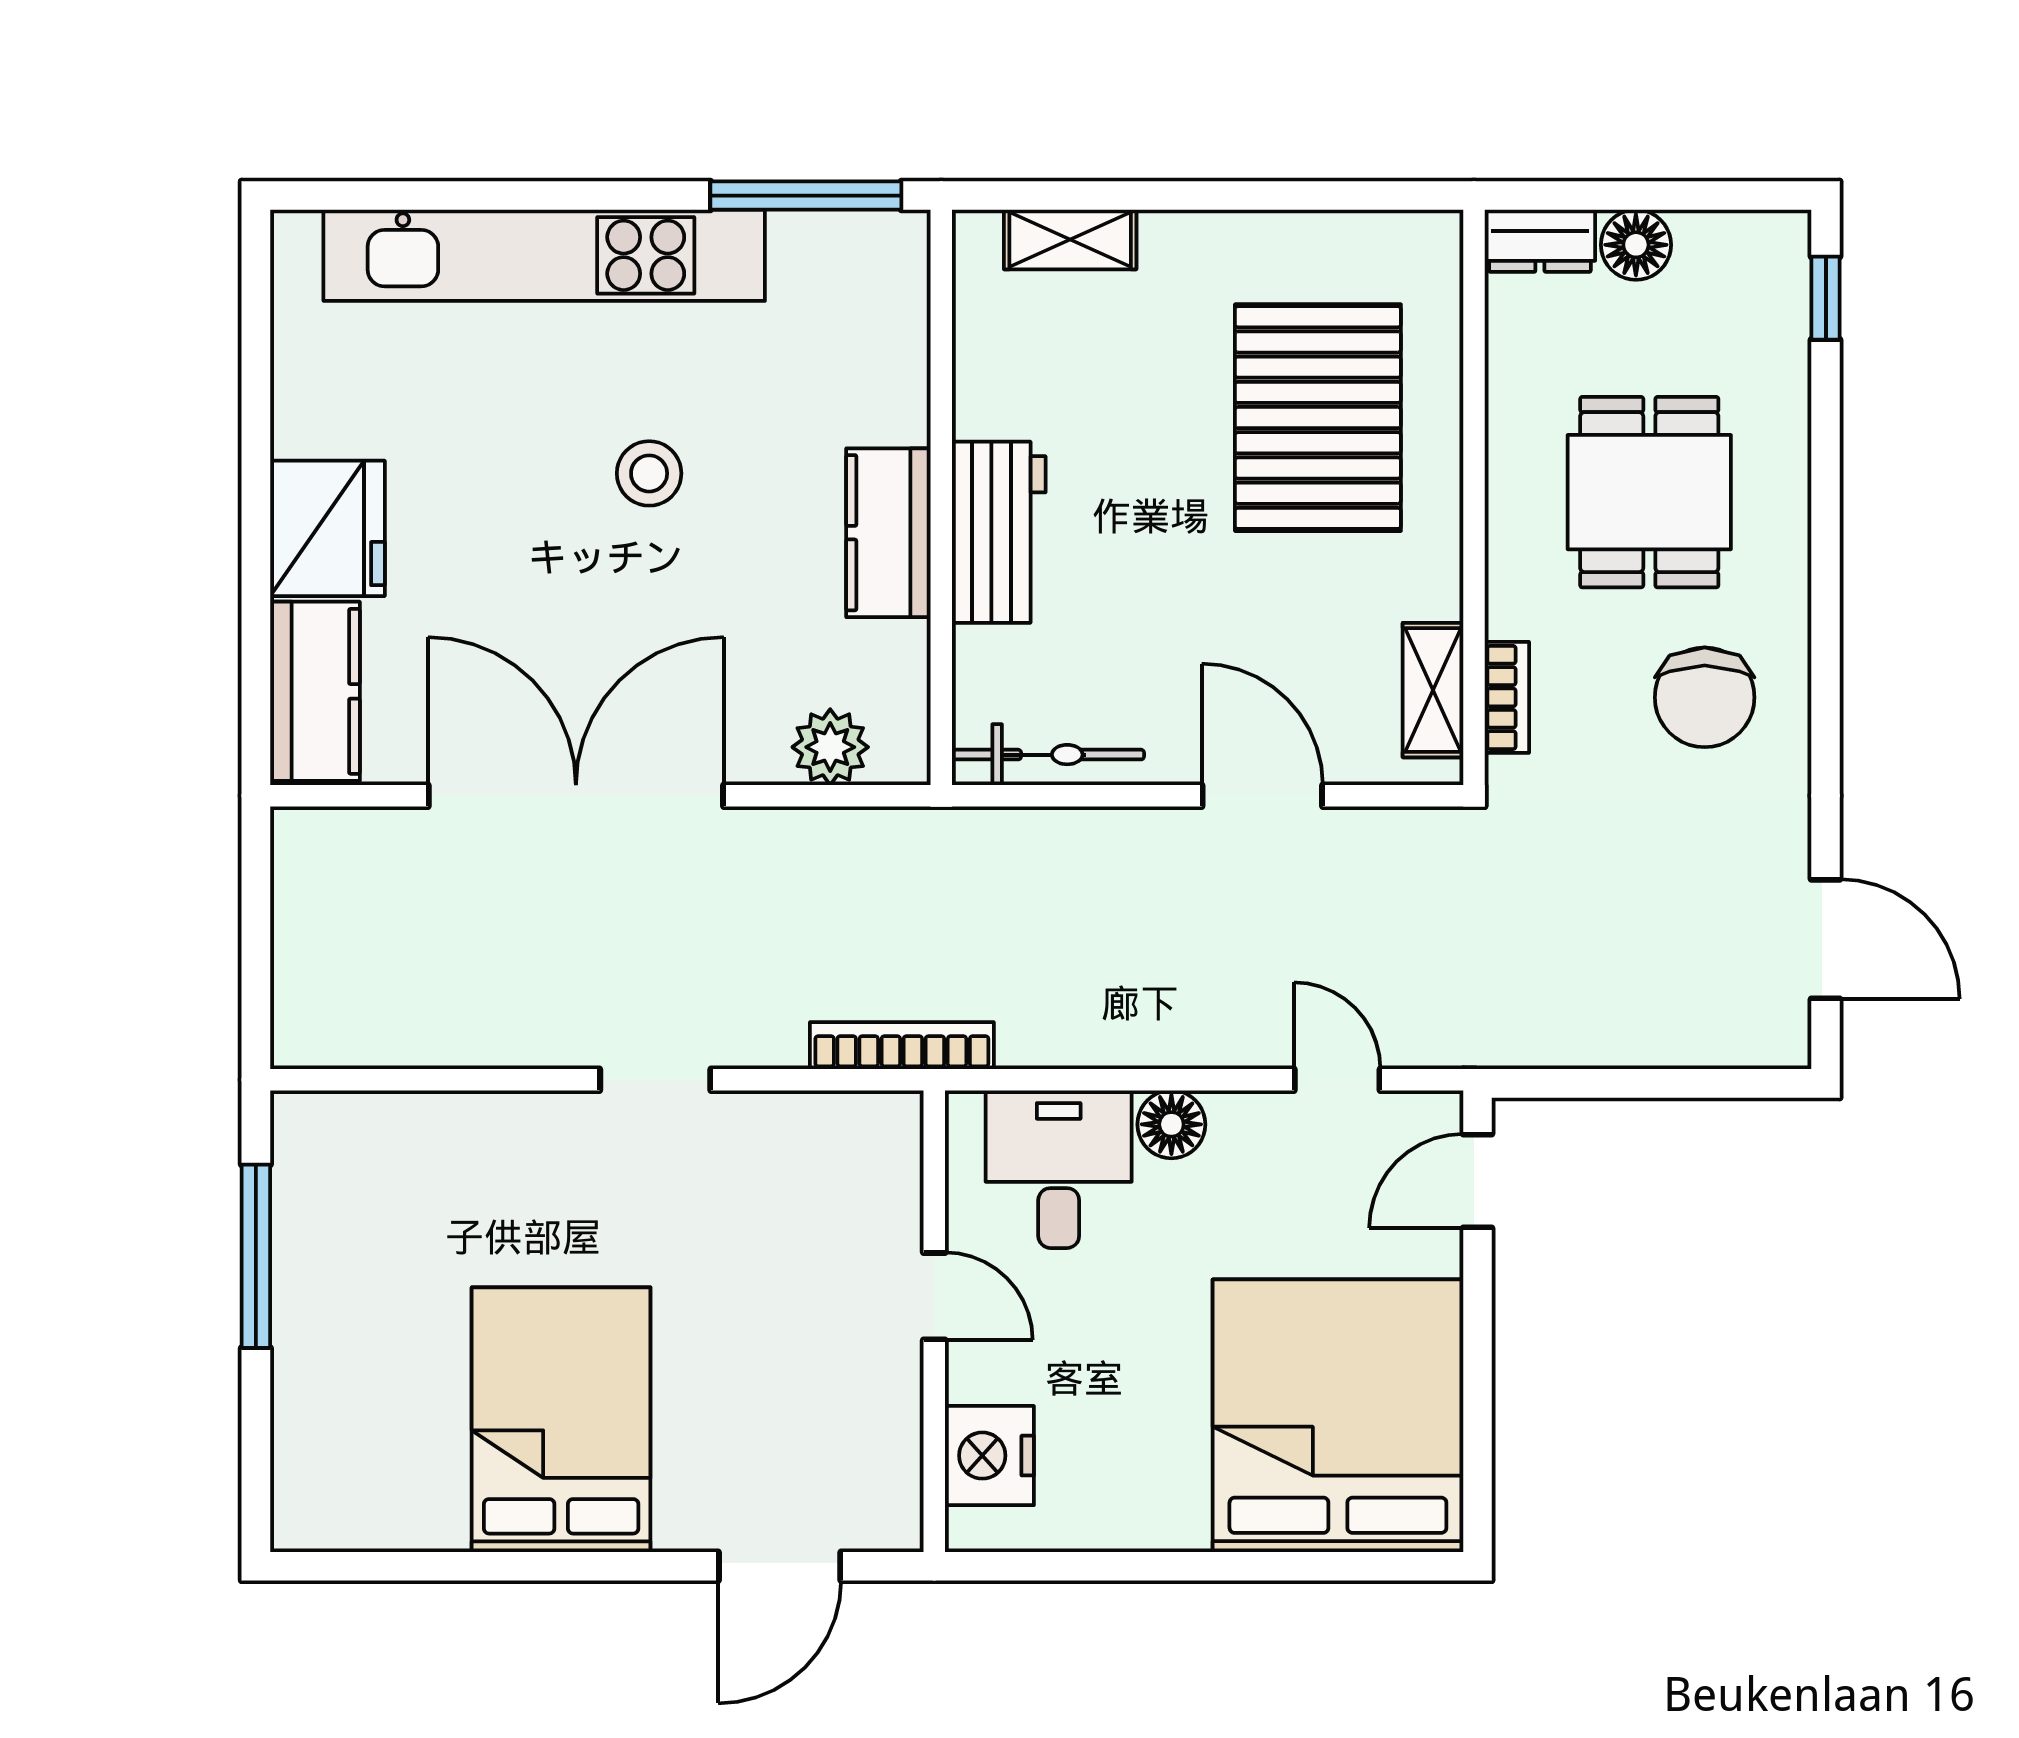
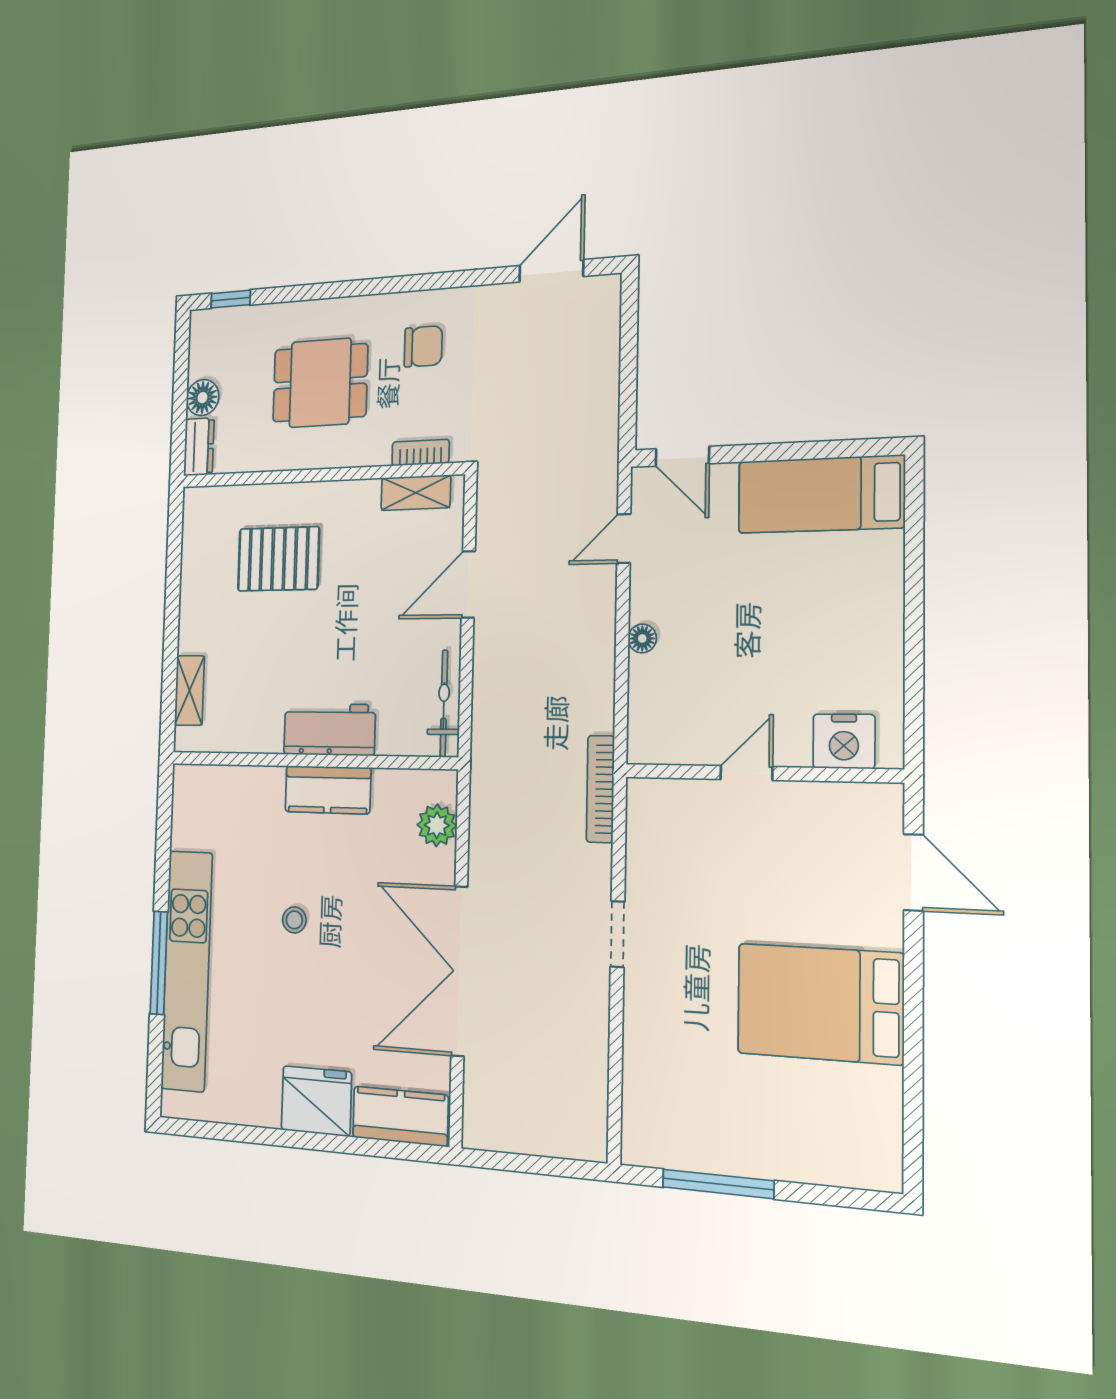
window: (806, 196) -> (159, 963), moved
pallet: (1318, 418) -> (278, 559), width x0.73, depth x0.71
stool: (649, 473) -> (294, 920), width x0.73, depth x0.73
chair: (1705, 697) -> (423, 346), width x0.73, depth x0.73
floor lamp: (1171, 1124) -> (642, 638), width x0.73, depth x0.73
desk: (1059, 1169) -> (672, 699), removed
bed: (1338, 1416) -> (821, 494), width x0.49

